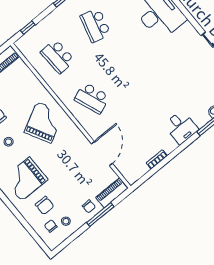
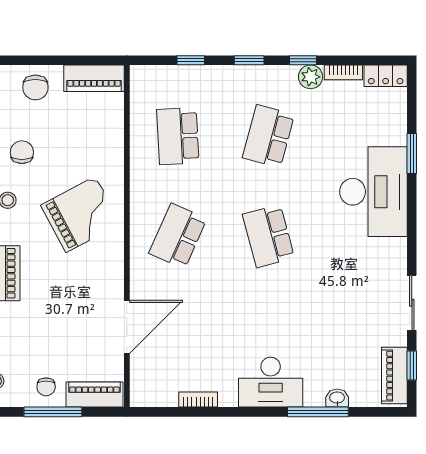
window: (28, 28) -> (191, 60), moved
school desk: (130, 67) -> (268, 236), added
school desk: (92, 98) -> (178, 236), turned 45
desk: (181, 127) -> (271, 382), width x1.37

